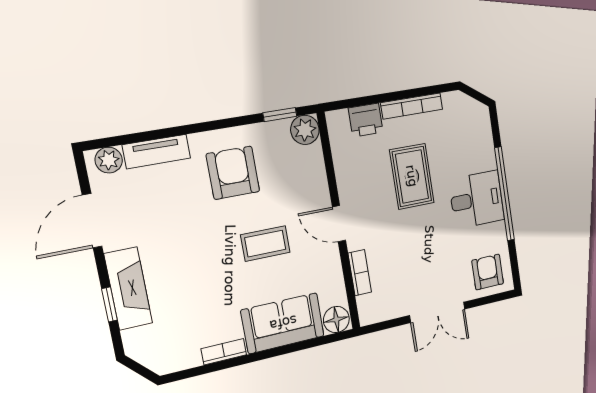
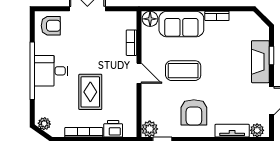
plant: (474, 110) -> (44, 124), added
coffee table: (265, 244) -> (183, 71), width x1.36, depth x1.30
armchair: (488, 272) -> (51, 26), turned -90

